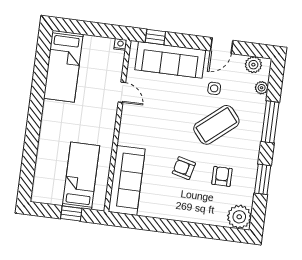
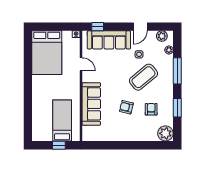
bed: (63, 66) -> (47, 53), width x1.50
sofa: (127, 180) -> (91, 104), moved

